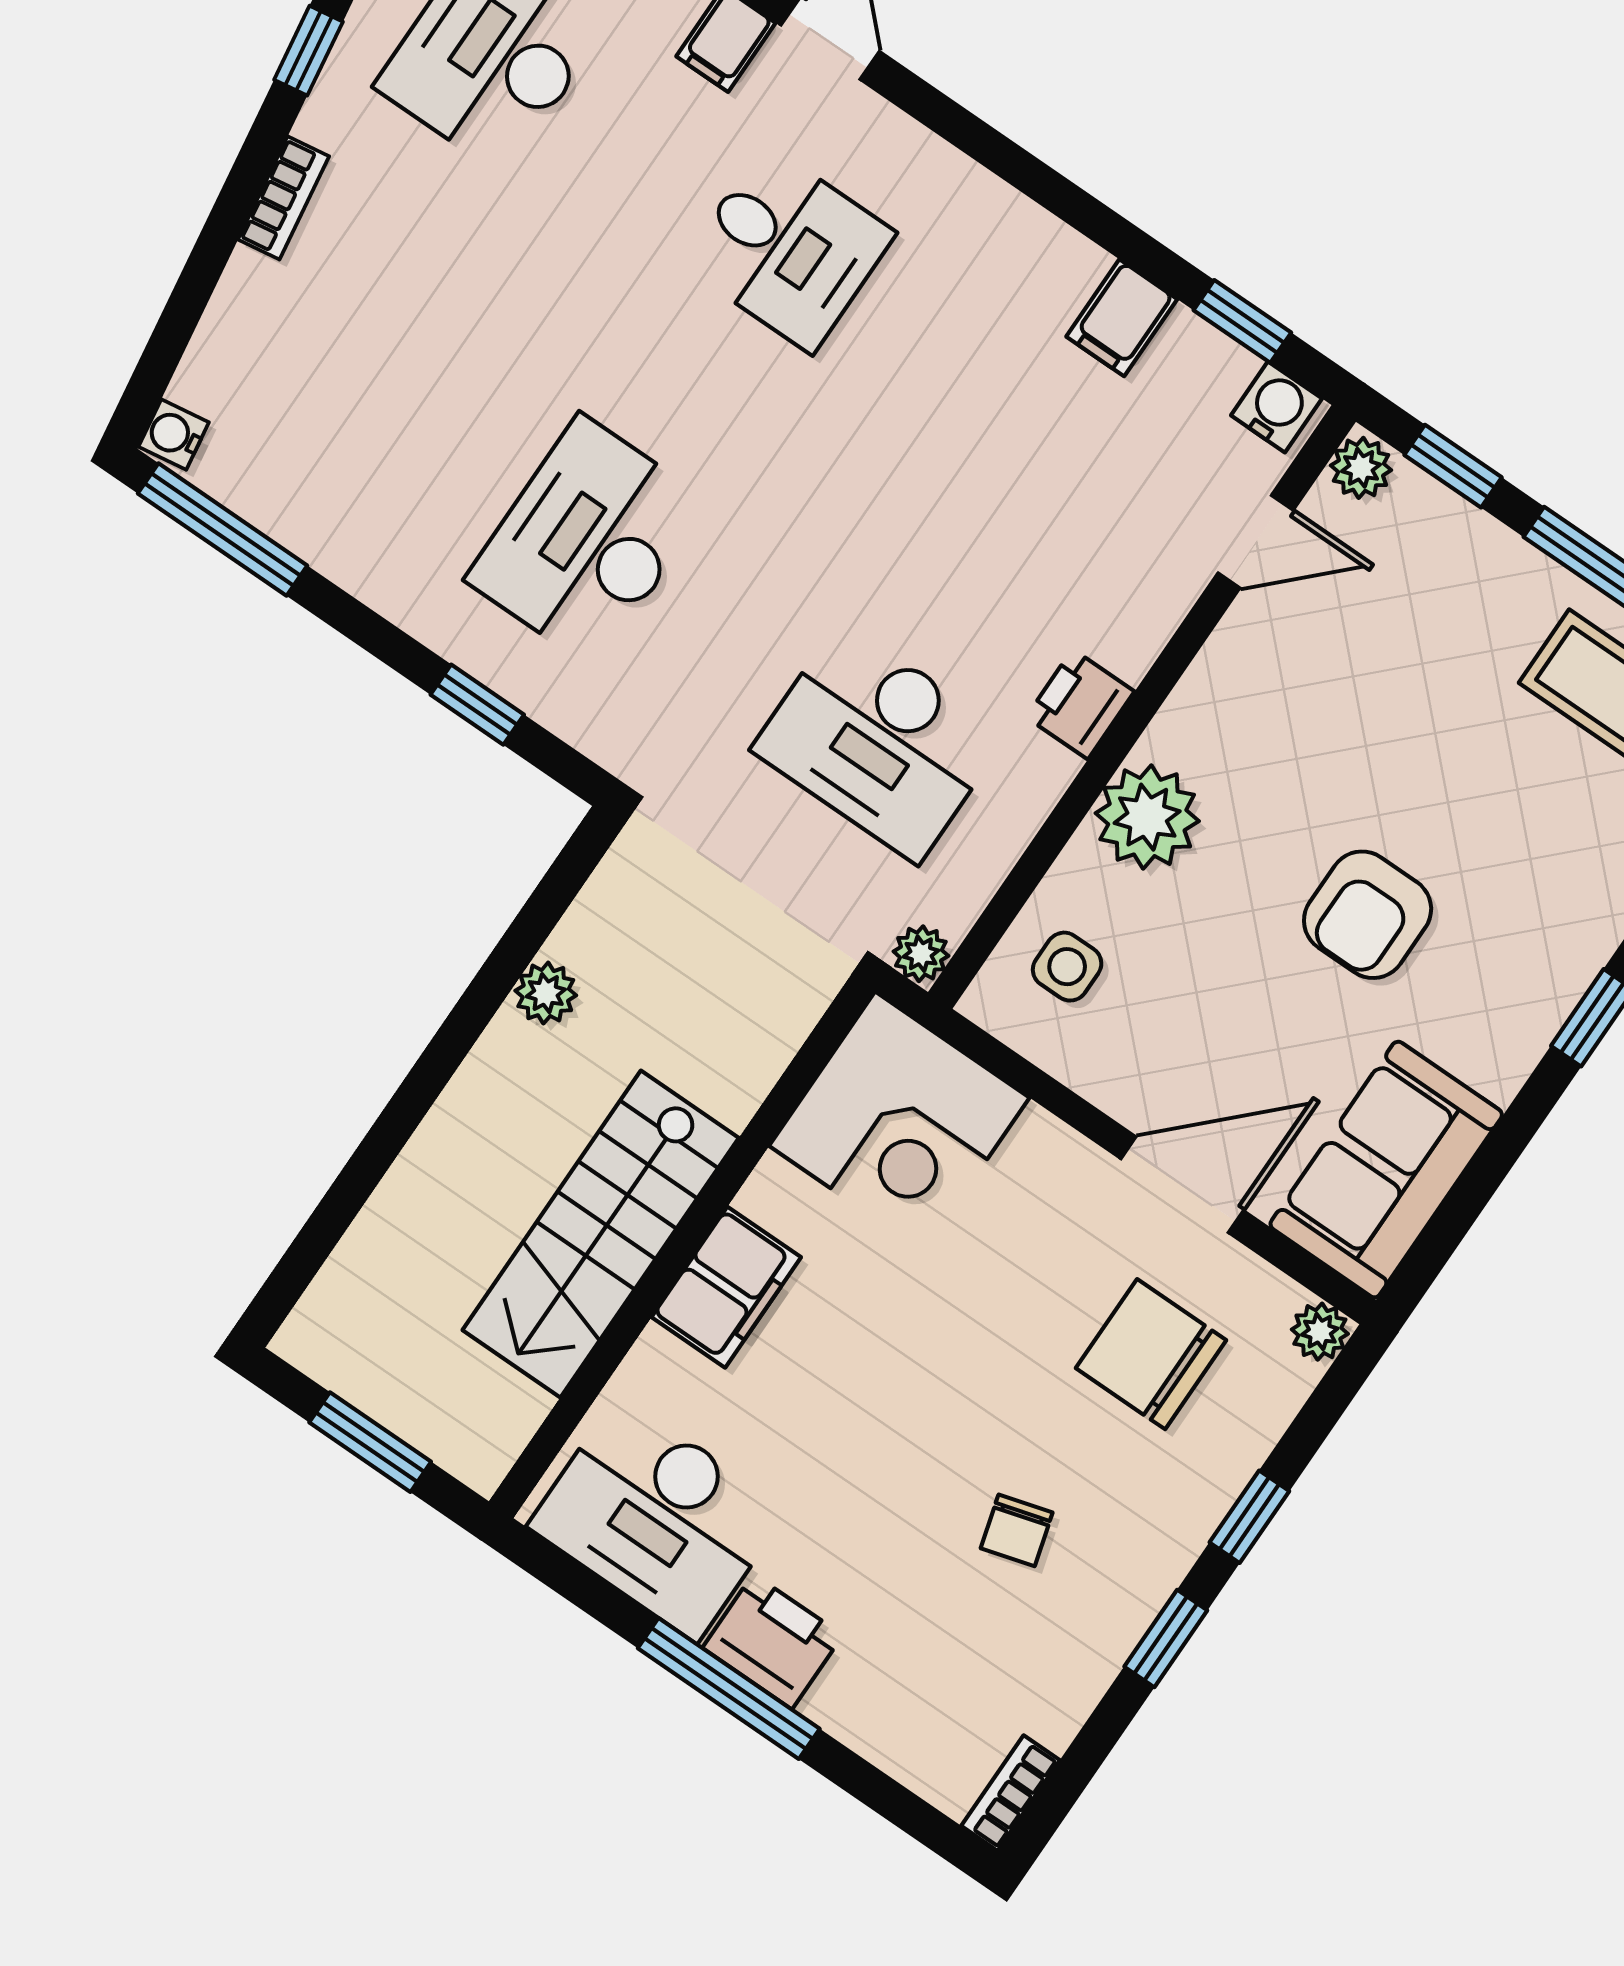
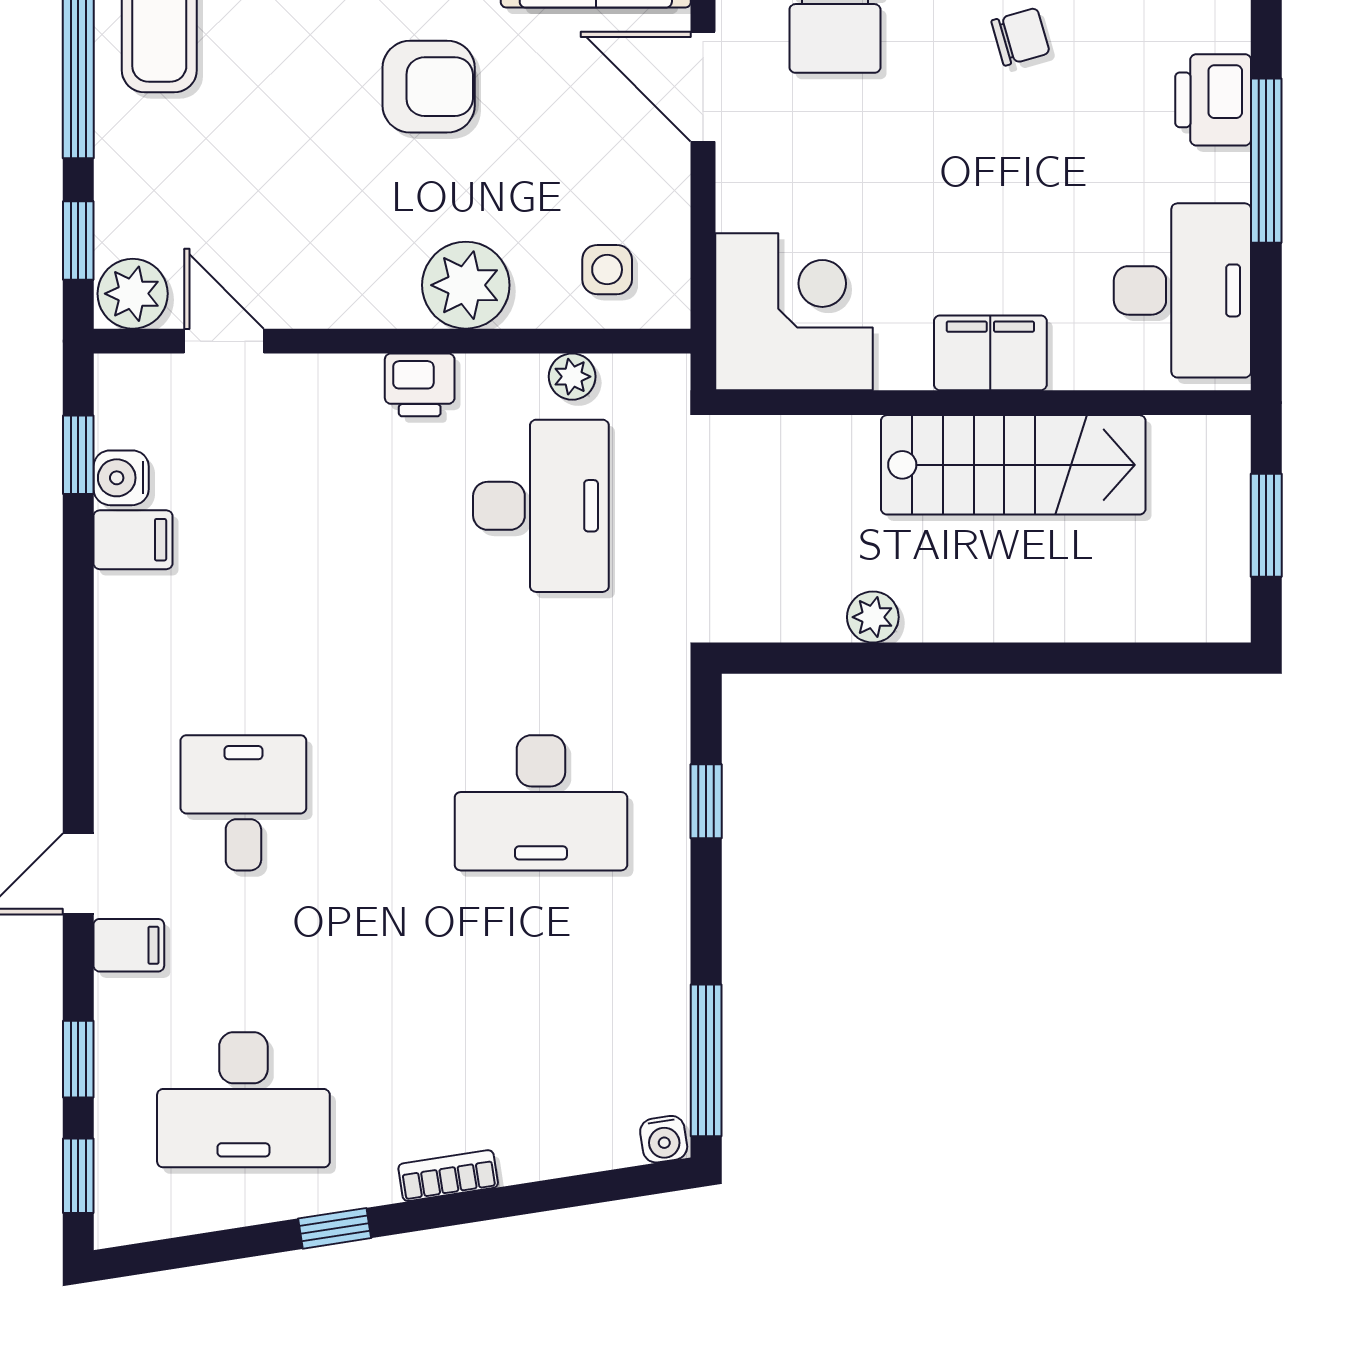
water cooler: (1276, 407) -> (121, 478), moved
plant: (1361, 468) -> (133, 294), width x1.38, depth x1.38
plant: (921, 954) -> (572, 377), moved
printer: (773, 1642) -> (1213, 100), moved

